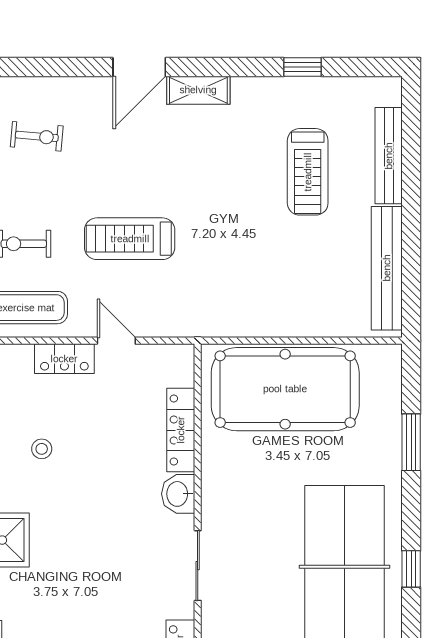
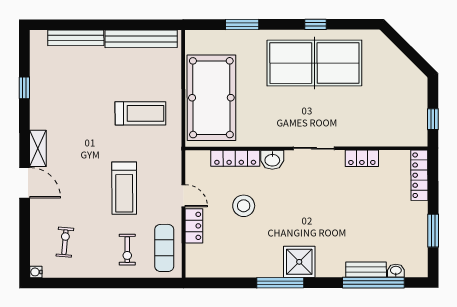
treadmill: (308, 172) -> (140, 113), moved
door: (116, 341) -> (183, 196), swing flipped
stool: (42, 449) -> (244, 206), moved, width x1.89, depth x1.89

